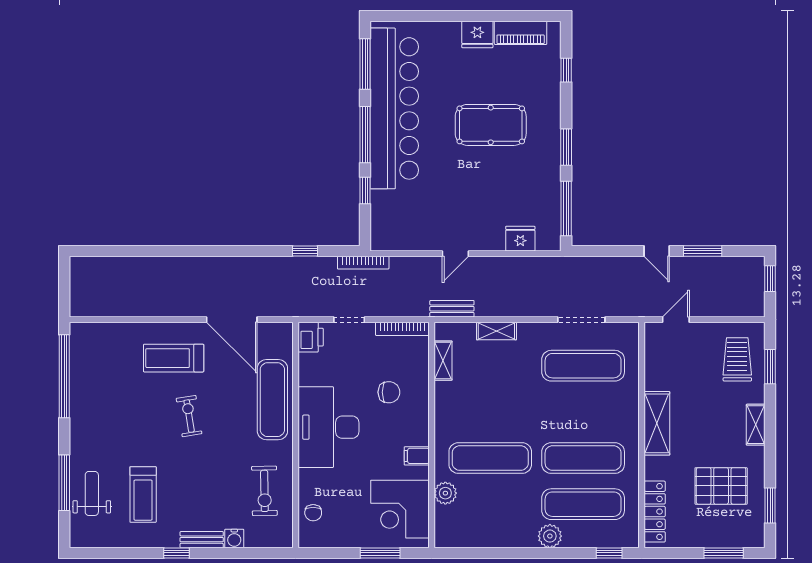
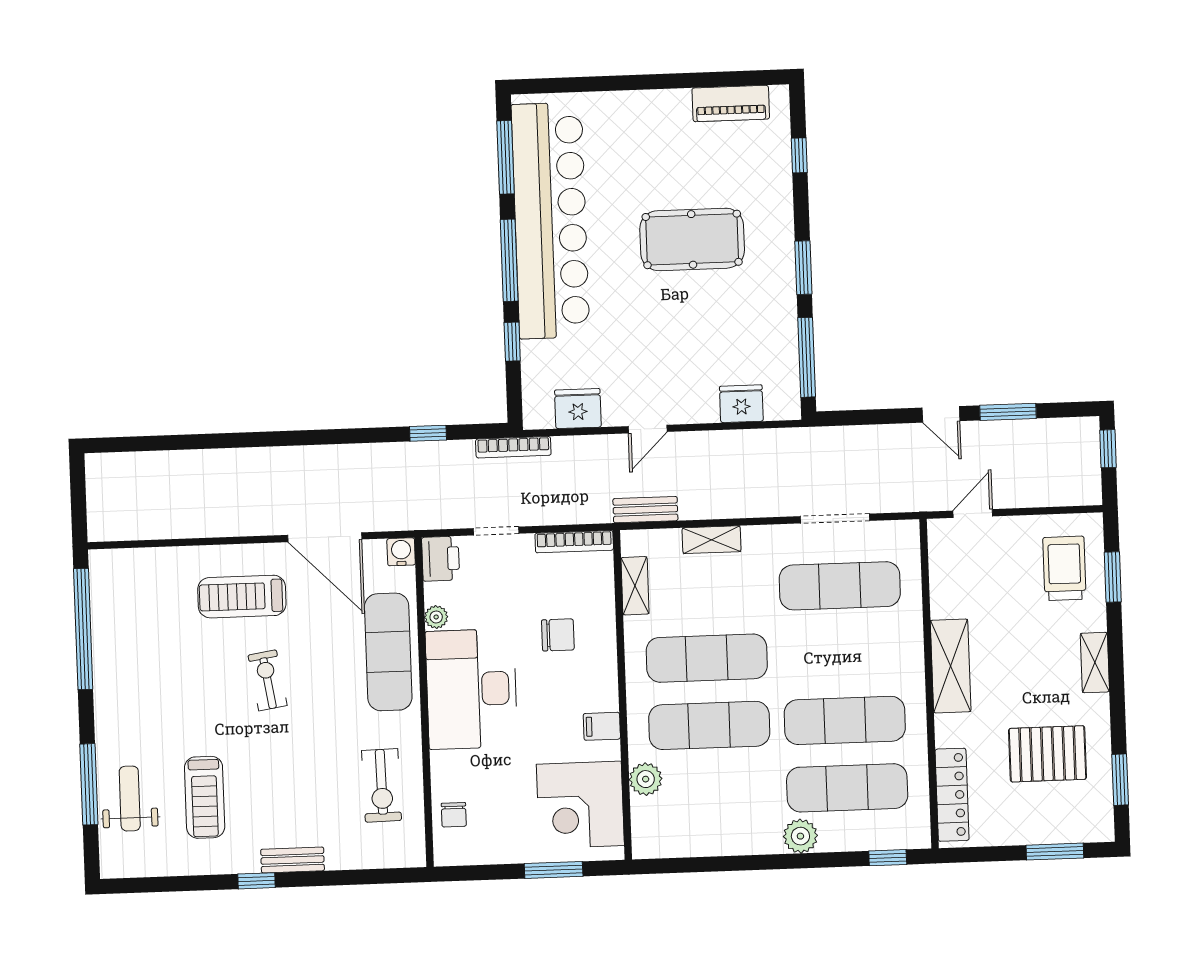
fridge: (477, 35) -> (578, 409), moved, turned 180
plant: (306, 377) -> (436, 617), added
exercise mat: (490, 412) -> (707, 658), added
water cooler: (234, 538) -> (401, 552), moved, turned 180

